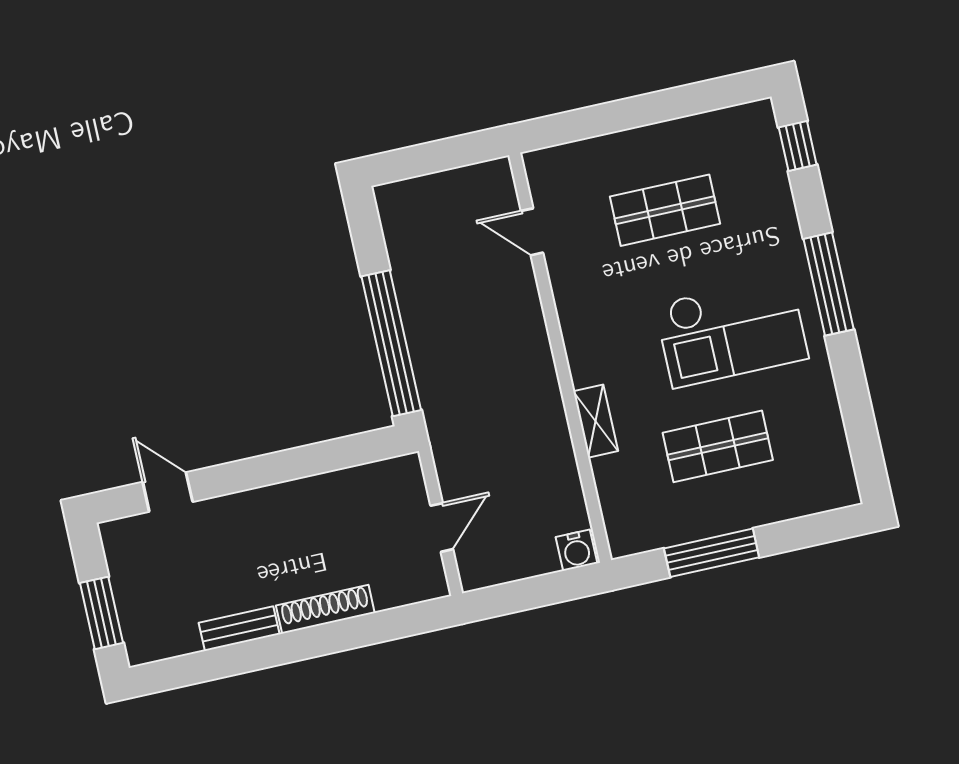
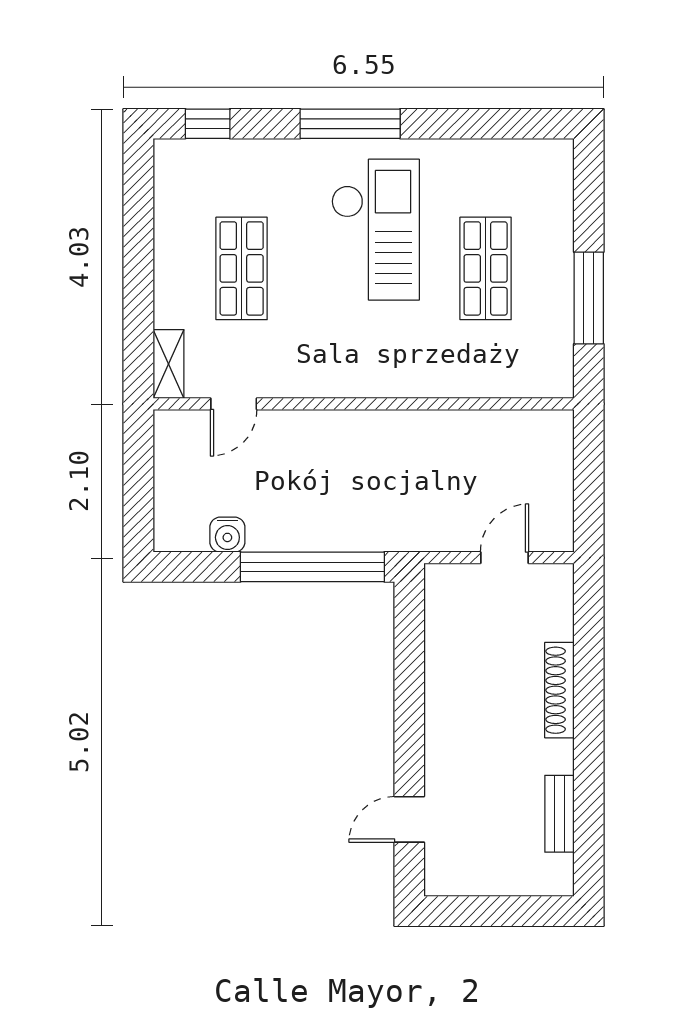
shelving: (596, 421) -> (168, 364), moved, turned 90
door: (442, 527) -> (504, 558), hinge flipped
water cooler: (577, 550) -> (227, 535), moved, turned 90
window: (102, 613) -> (514, 911), removed
bench: (239, 629) -> (559, 814), moved

